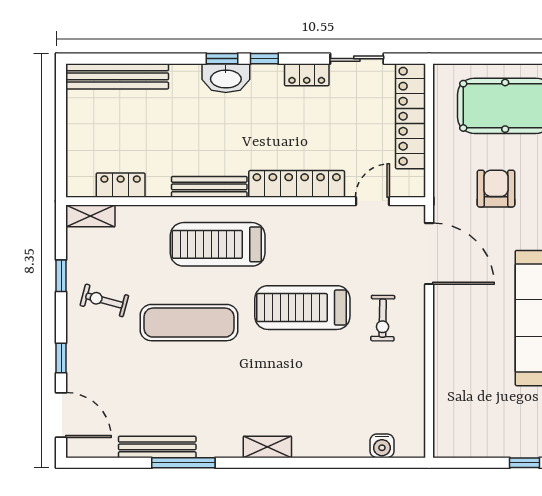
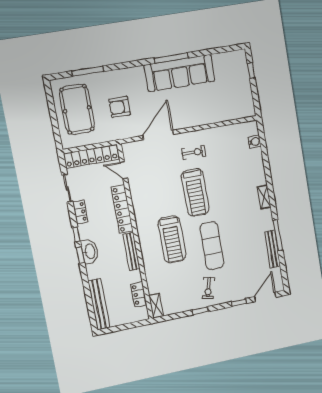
locker: (297, 184) -> (122, 209), moved
locker: (121, 185) -> (139, 294), moved
bench: (209, 187) -> (132, 252), moved
wall: (246, 201) -> (135, 232), moved
door: (372, 201) -> (124, 170), moved
shelving: (90, 216) -> (156, 306), moved

